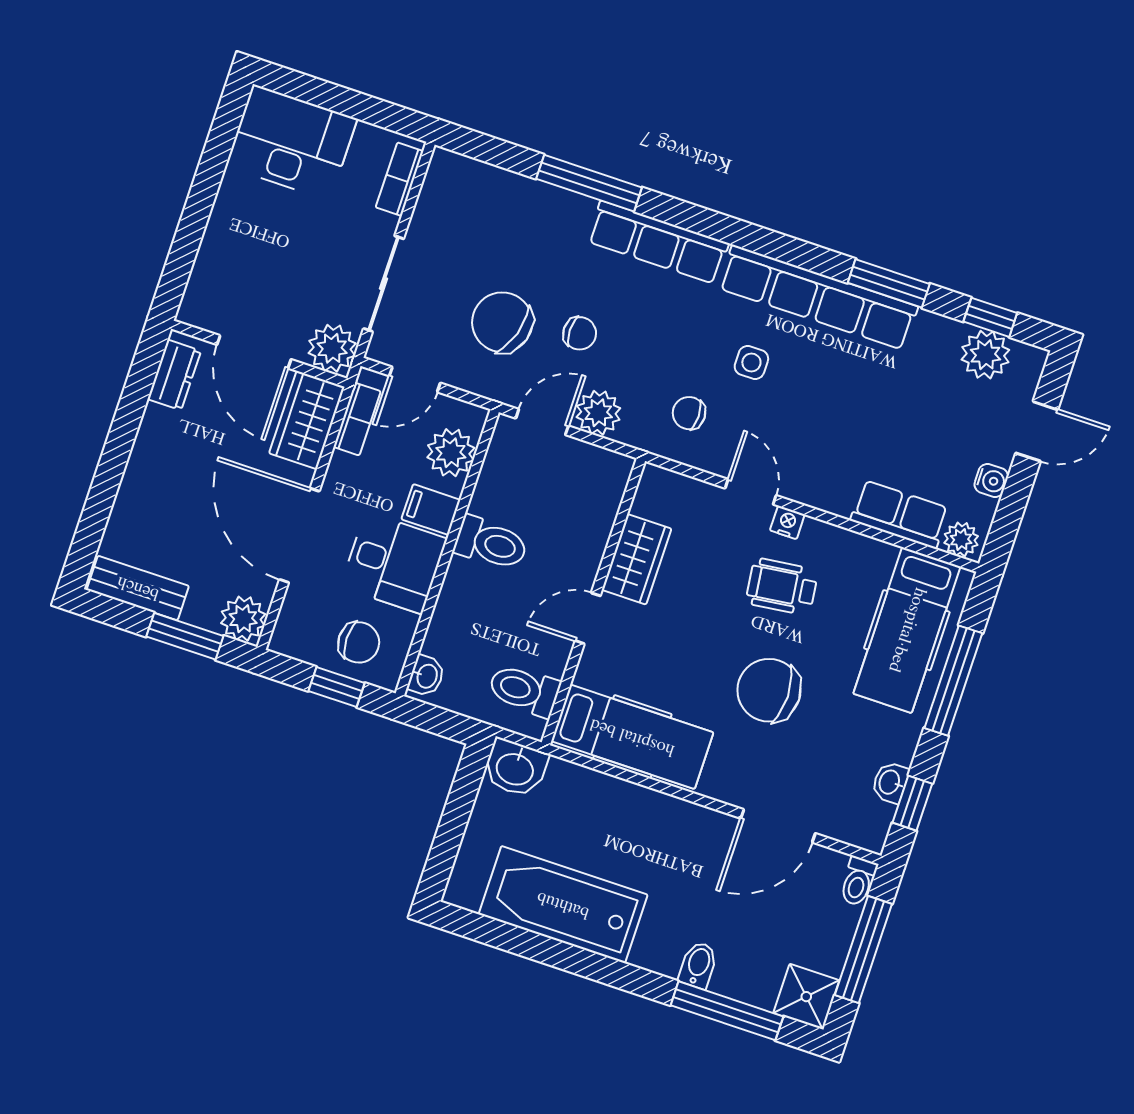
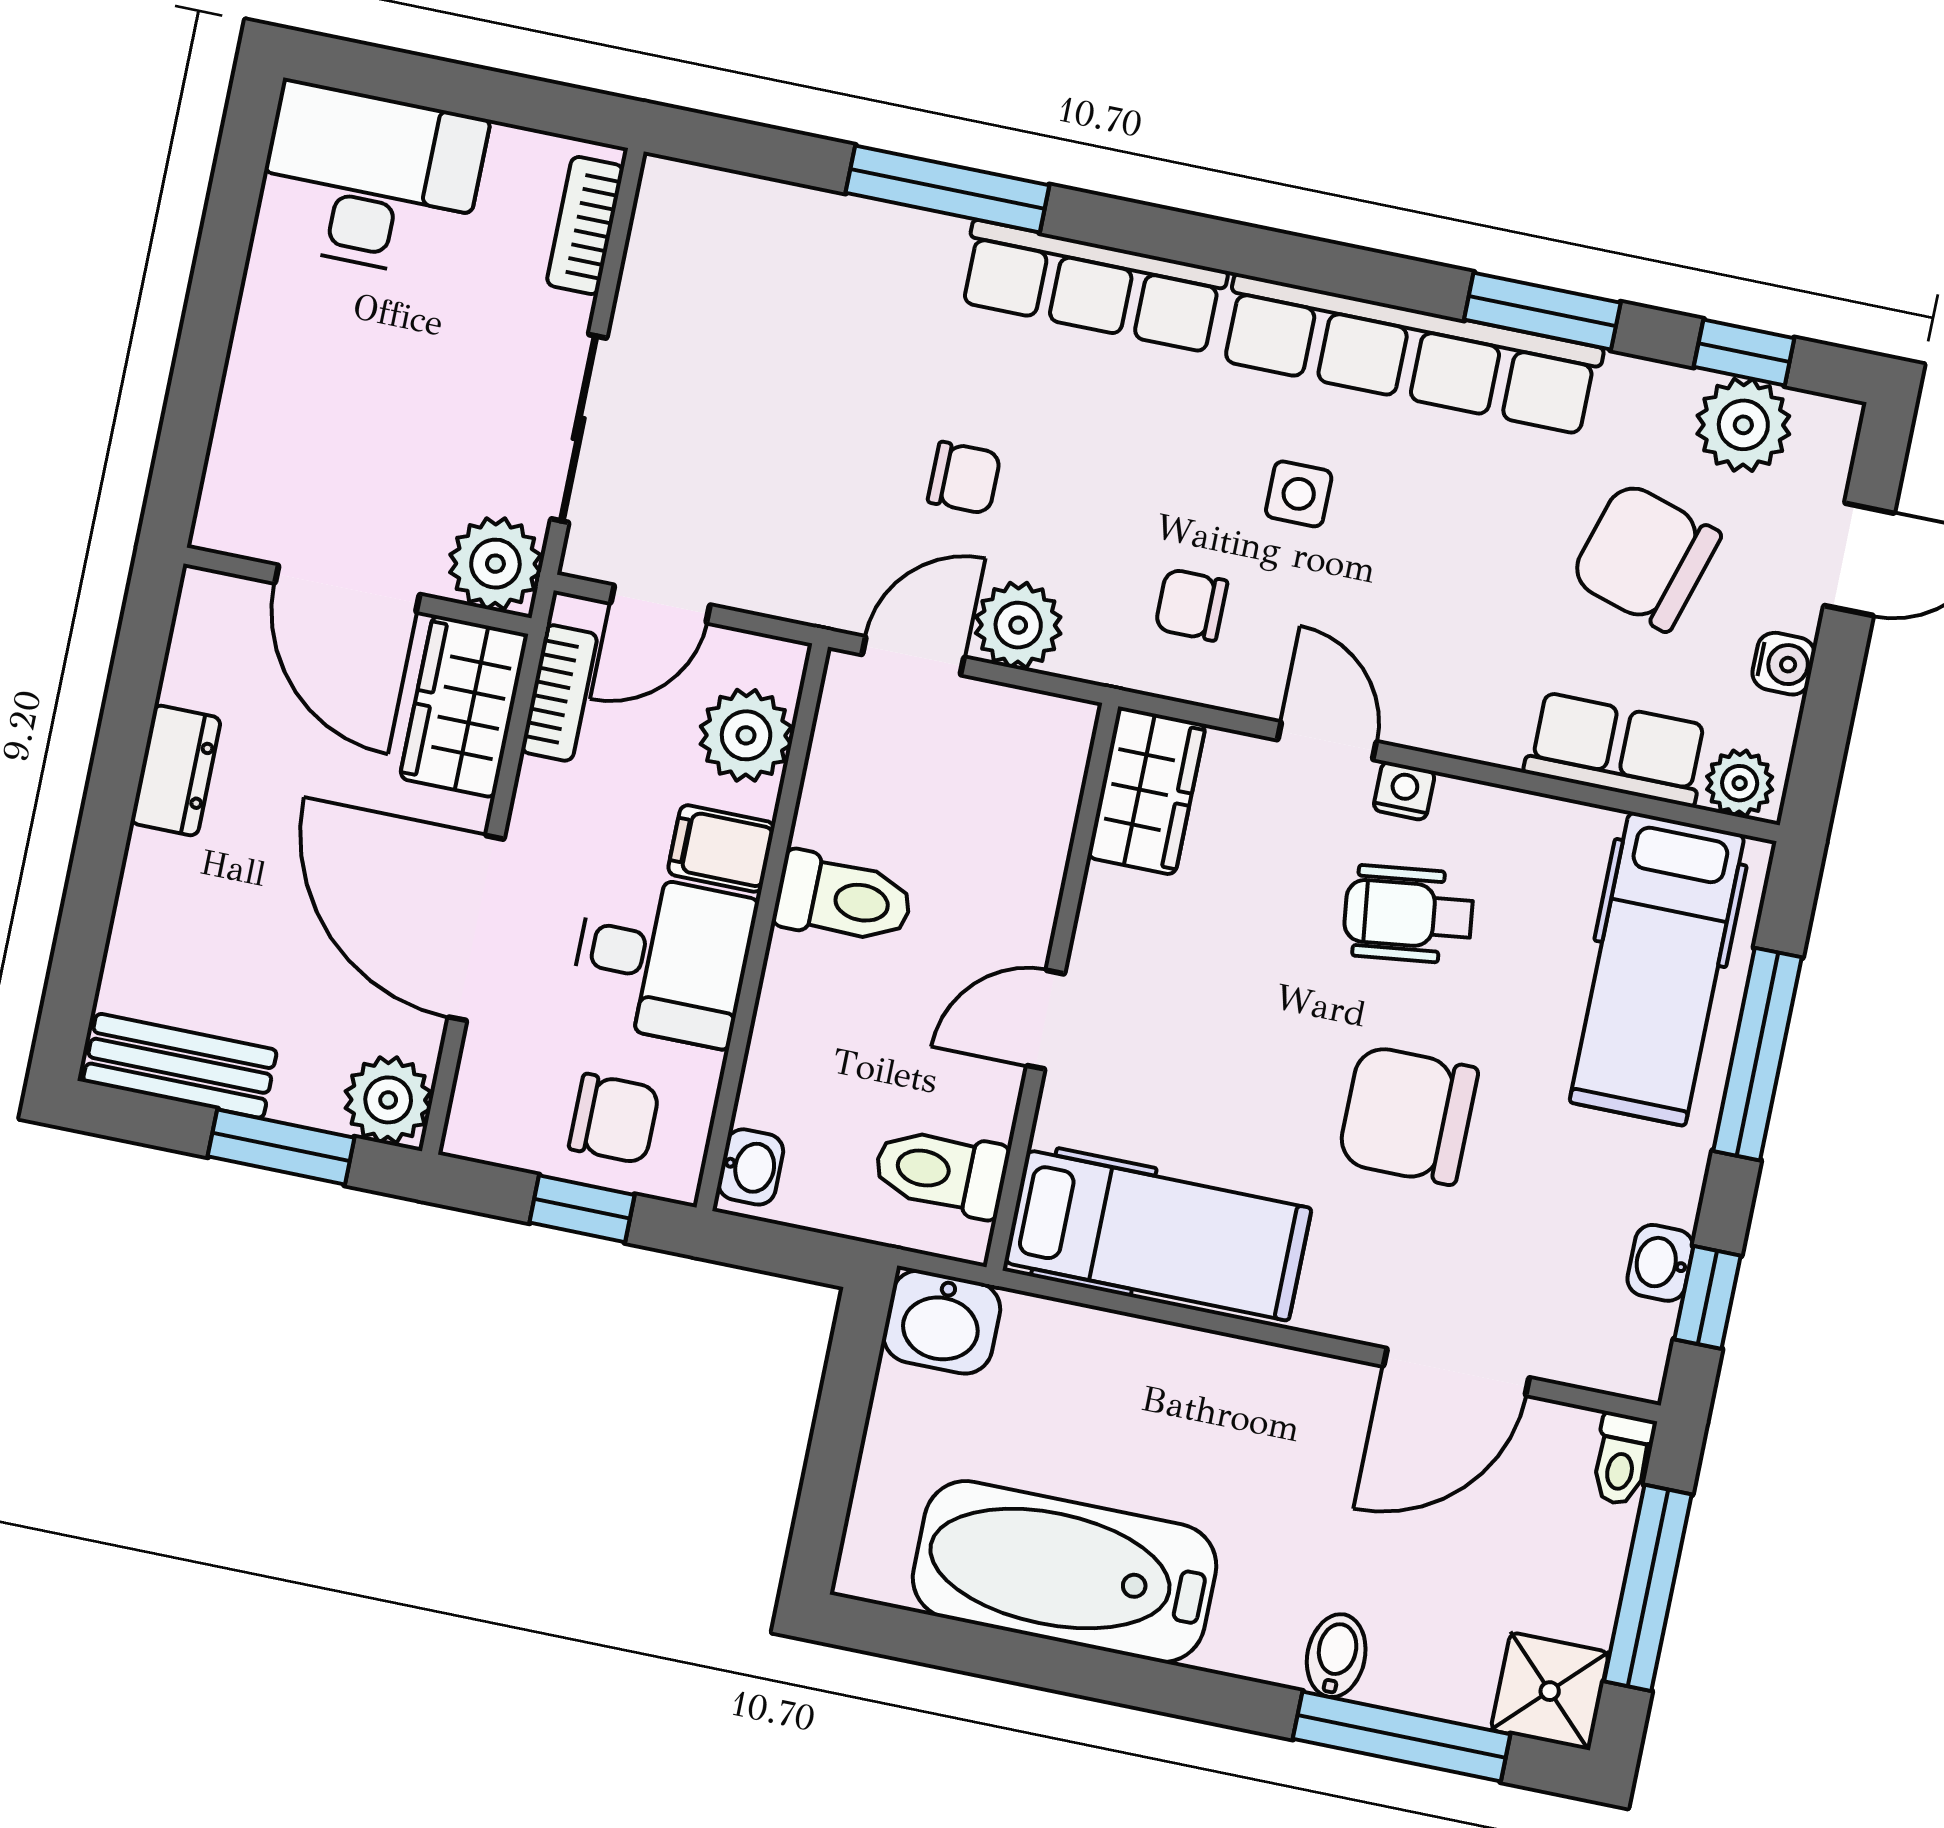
chair: (502, 322) -> (1645, 557), moved
dresser: (174, 375) -> (176, 771), moved
wardrobe: (637, 559) -> (1146, 791), moved

